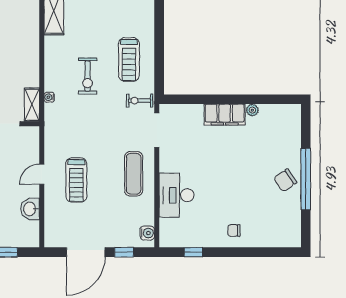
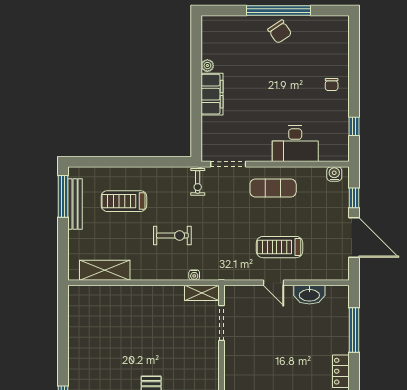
treadmill: (129, 60) -> (124, 201), moved, turned 180
treadmill: (76, 180) -> (280, 247), turned 180
washbasin: (30, 209) -> (309, 295), width x1.38

